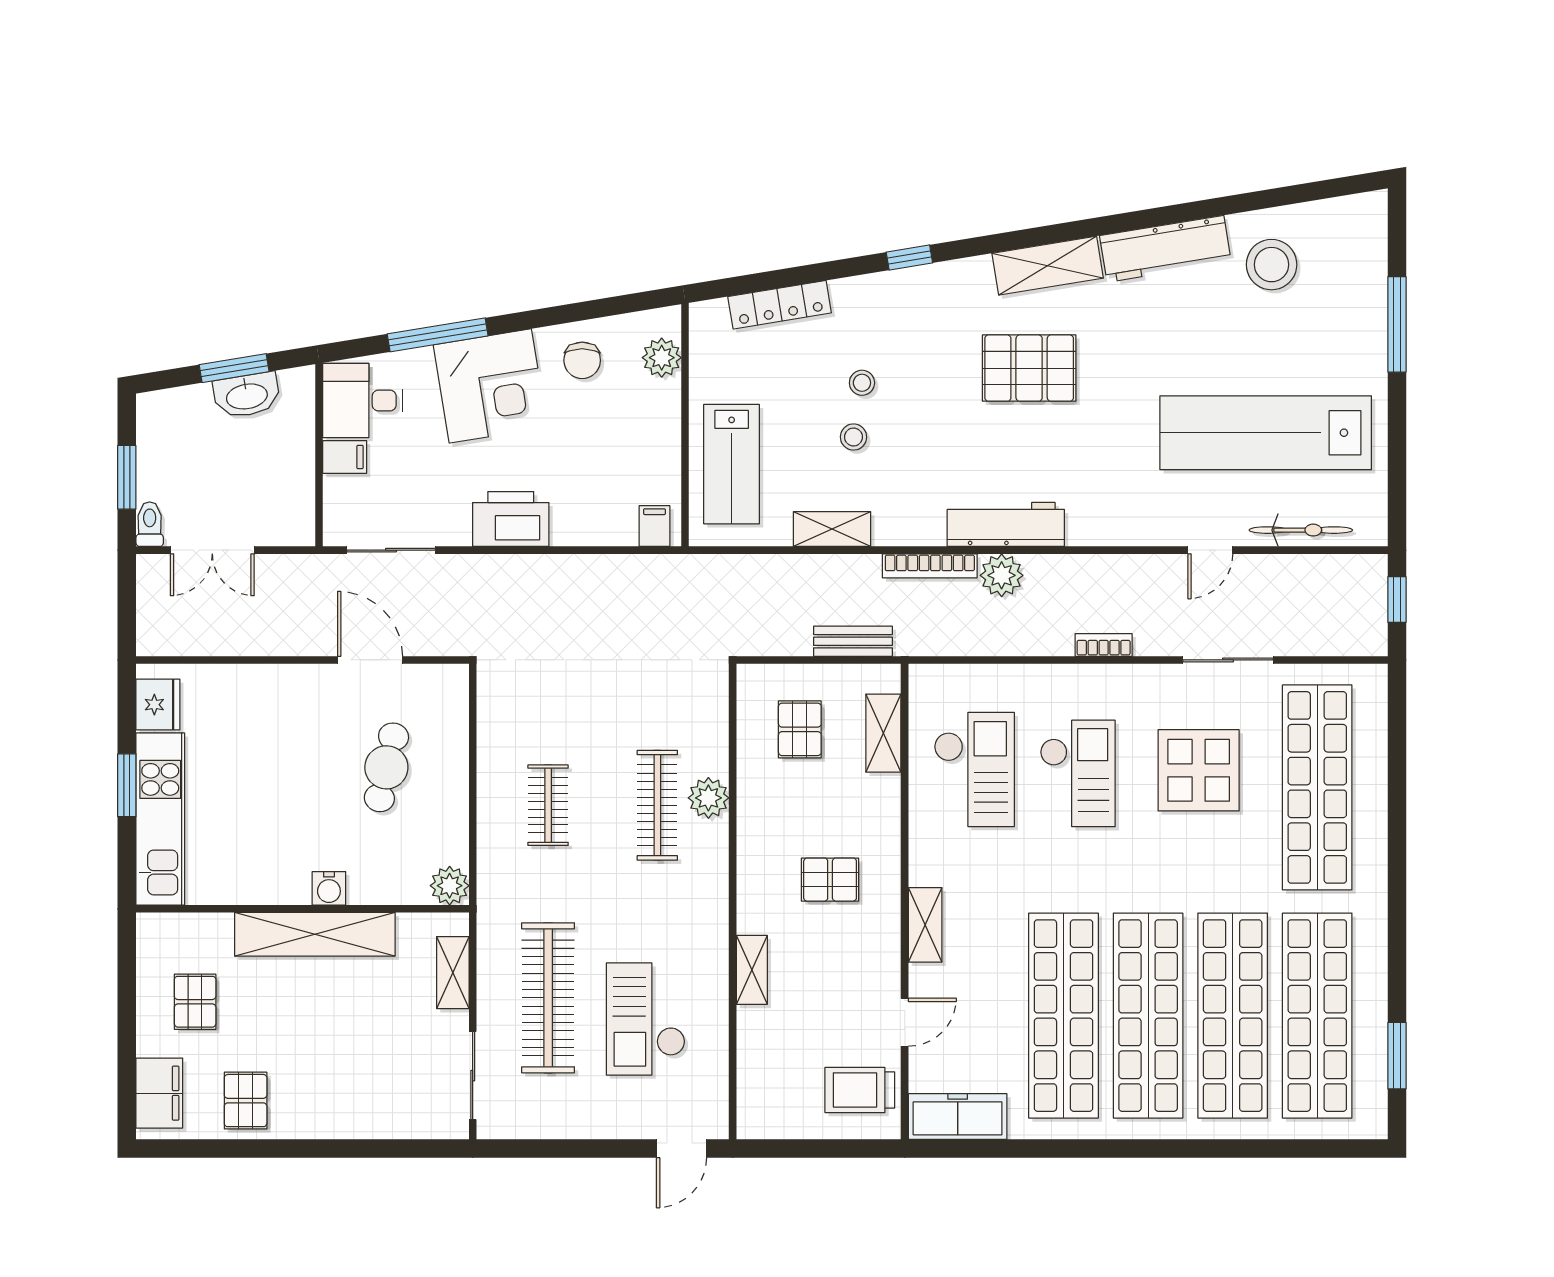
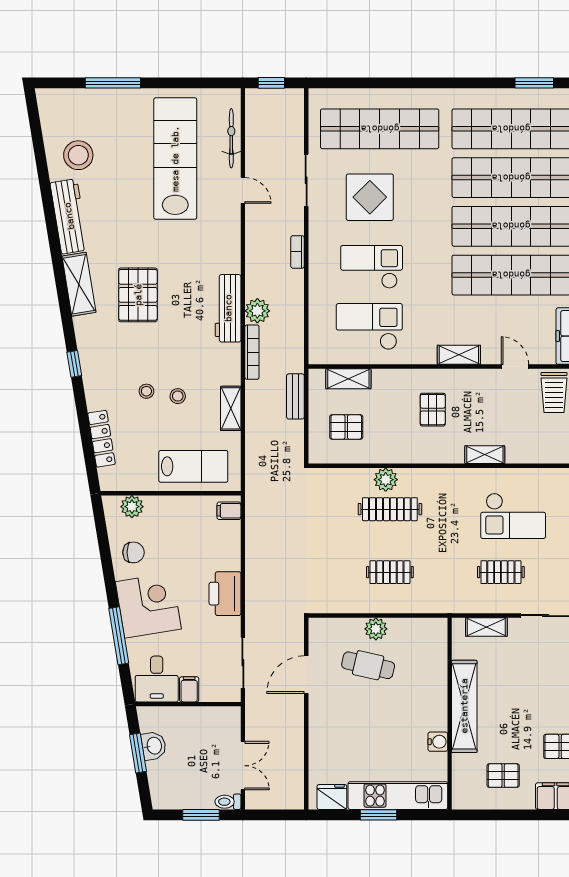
washbasin: (247, 395) -> (154, 746), width x0.72
lab bench: (1266, 433) -> (175, 159), turned 180
plant: (450, 886) -> (376, 629), moved
water cooler: (329, 888) -> (438, 742), moved
clothes rail: (548, 998) -> (501, 572), width x0.54, depth x0.76

